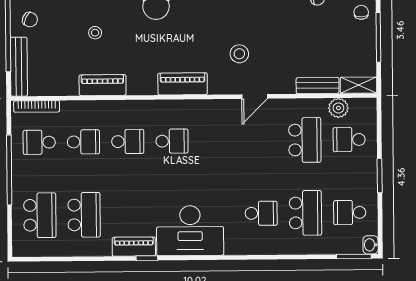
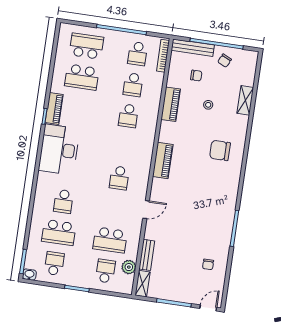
chair: (361, 12) -> (196, 76), moved
stool: (239, 54) -> (178, 204), removed
door: (255, 96) -> (146, 210), swing flipped
school desk: (172, 141) -> (119, 178), moved
school desk: (39, 142) -> (138, 54), turned 180
school desk: (40, 215) -> (86, 46), turned 180

